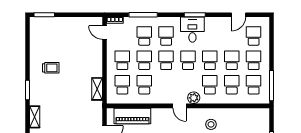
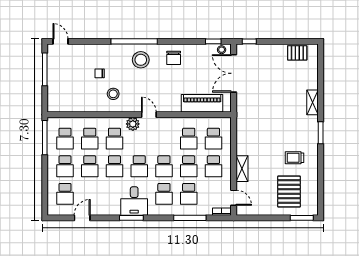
pallet: (56, 38) -> (289, 192), added
shelving: (97, 89) -> (242, 169), moved

